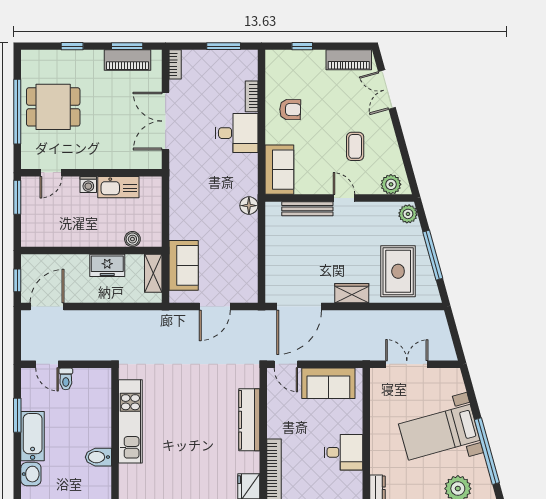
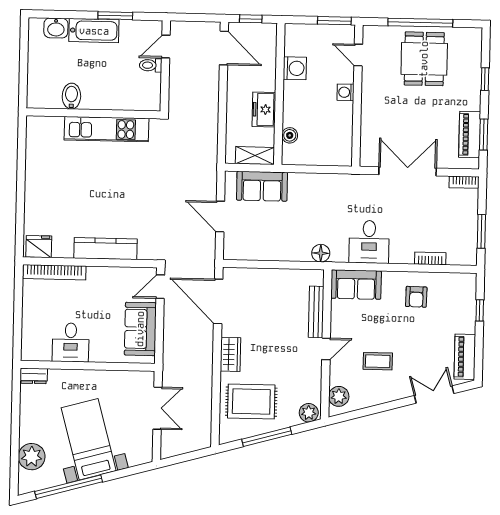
desk: (237, 133) -> (369, 242), moved
kitchen sink: (118, 187) -> (342, 122), removed
washing machine: (66, 236) -> (295, 68), added

